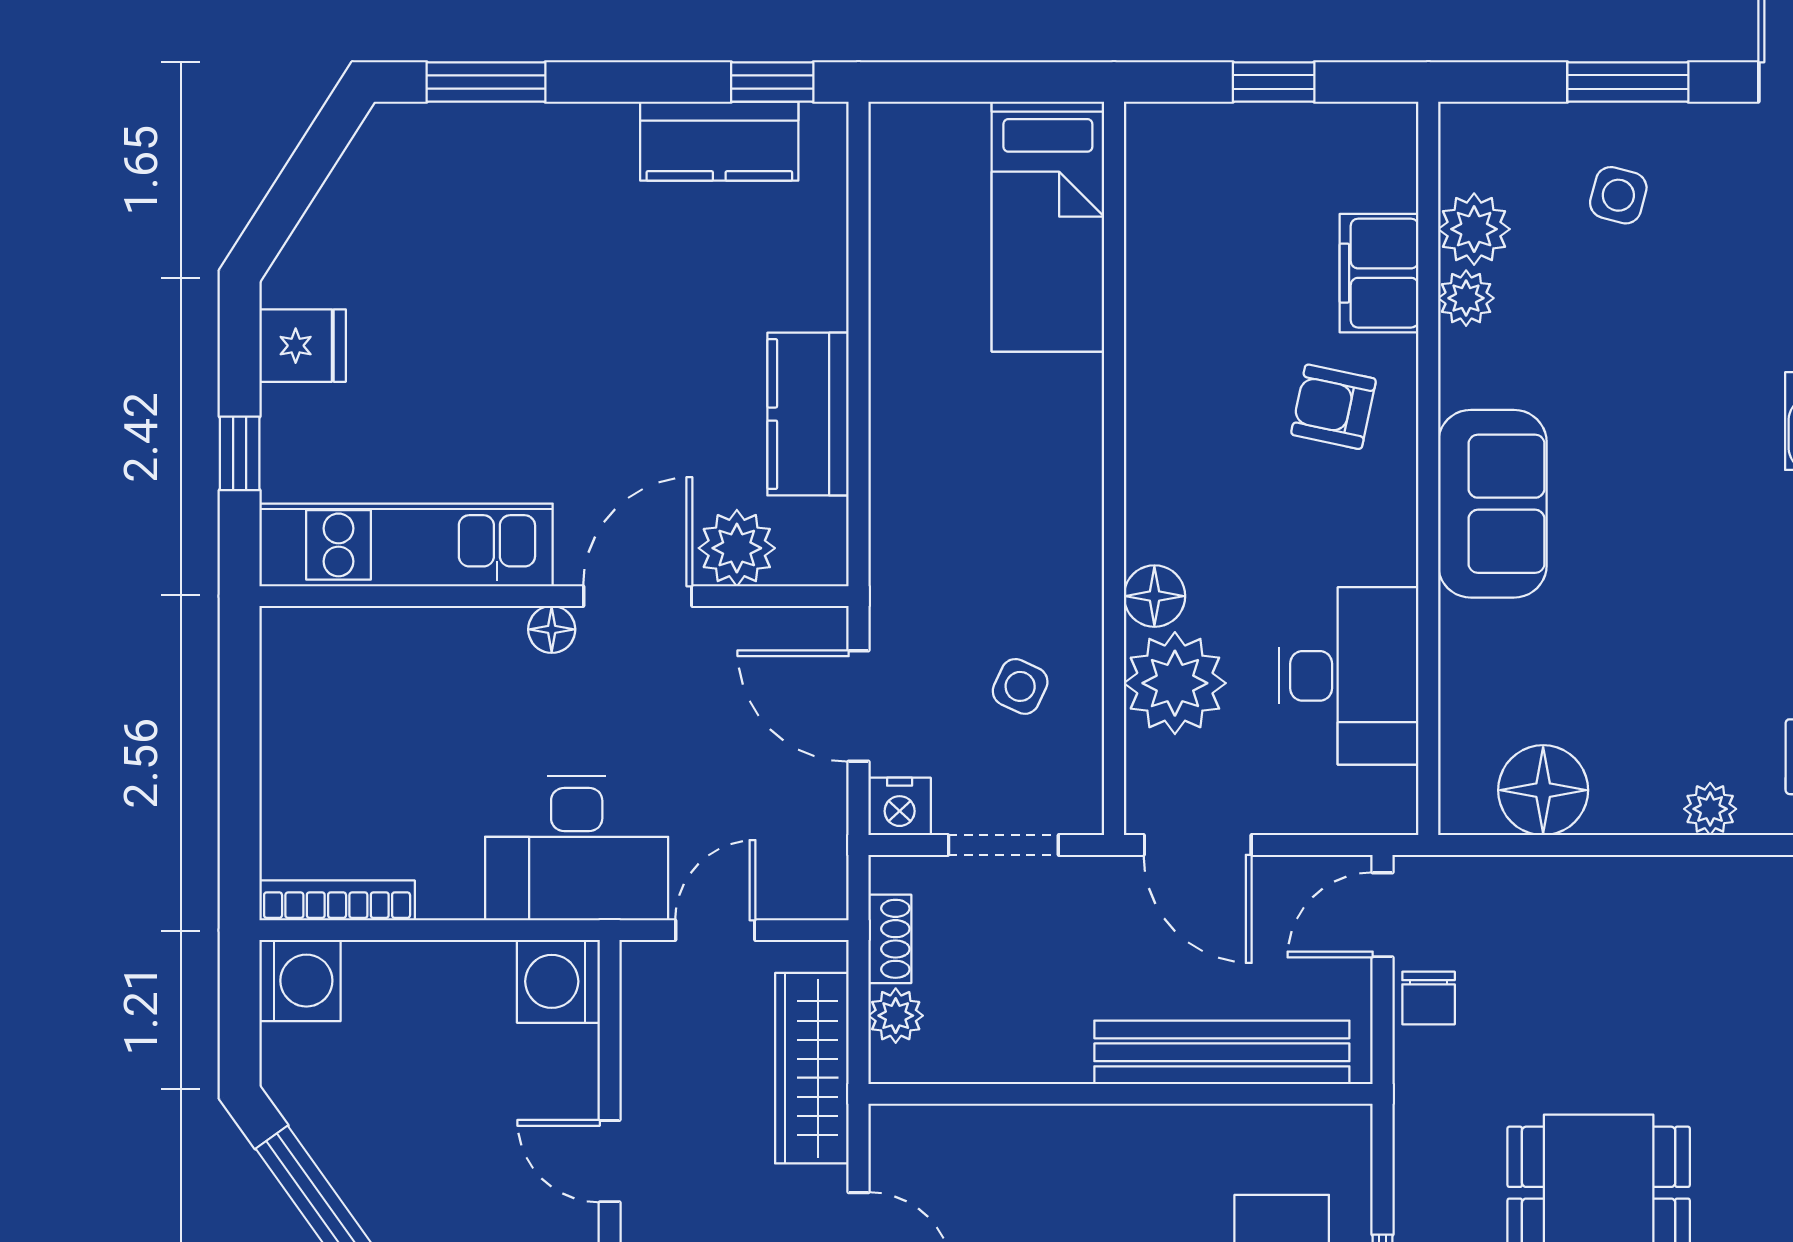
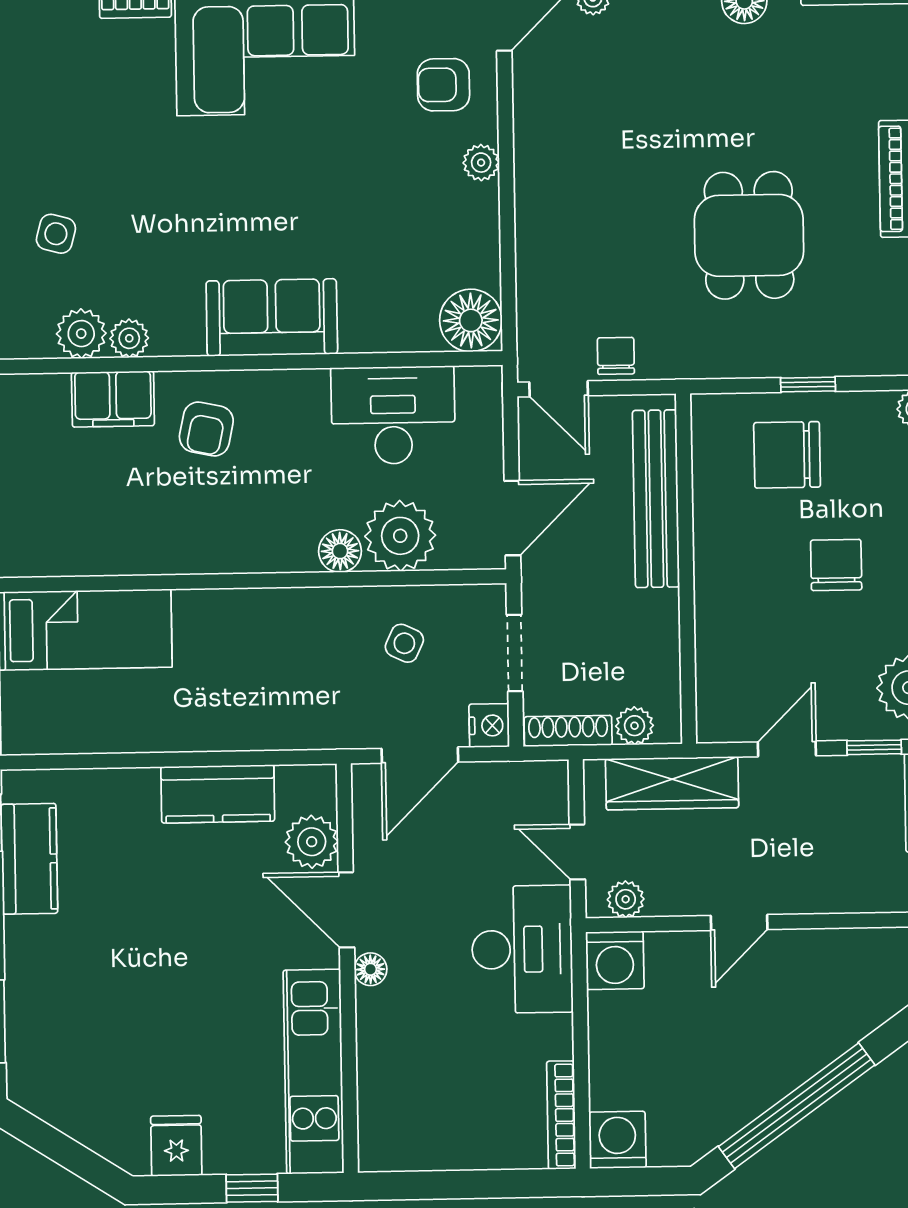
floor lamp: (1543, 790) -> (471, 320), moved
shoe rack: (890, 939) -> (568, 731), width x1.43
plant: (646, 998) -> (626, 899), added
chair: (1429, 998) -> (616, 356), turned -90

